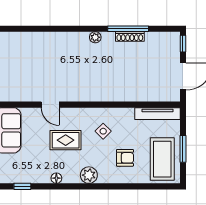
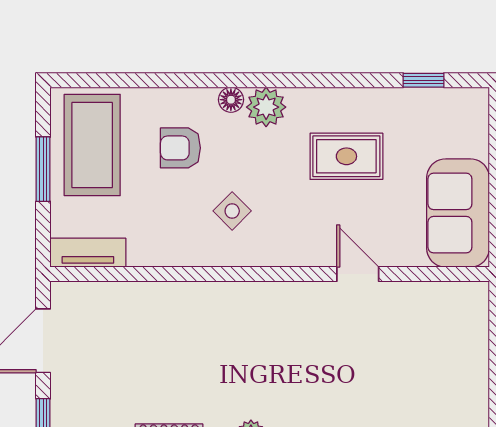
tv unit: (158, 114) -> (88, 253), width x0.71
rug: (66, 140) -> (346, 156), moved
floor lamp: (56, 178) -> (231, 100), moved

